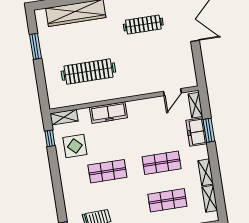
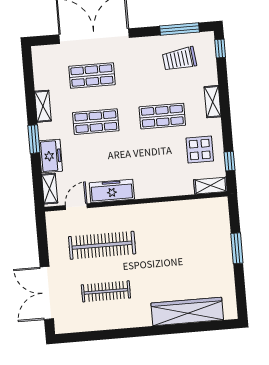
window: (35, 46) -> (237, 248), moved
clothes rail: (88, 72) -> (102, 245), moved
freezer: (108, 113) -> (112, 191), moved
window: (209, 130) -> (34, 139), moved
shelving: (210, 199) -> (213, 102), moved

